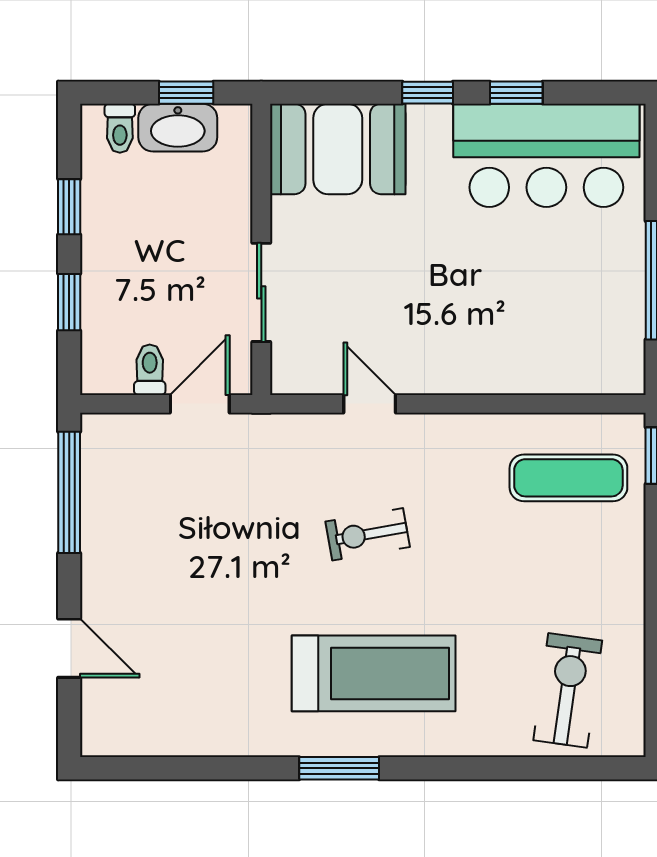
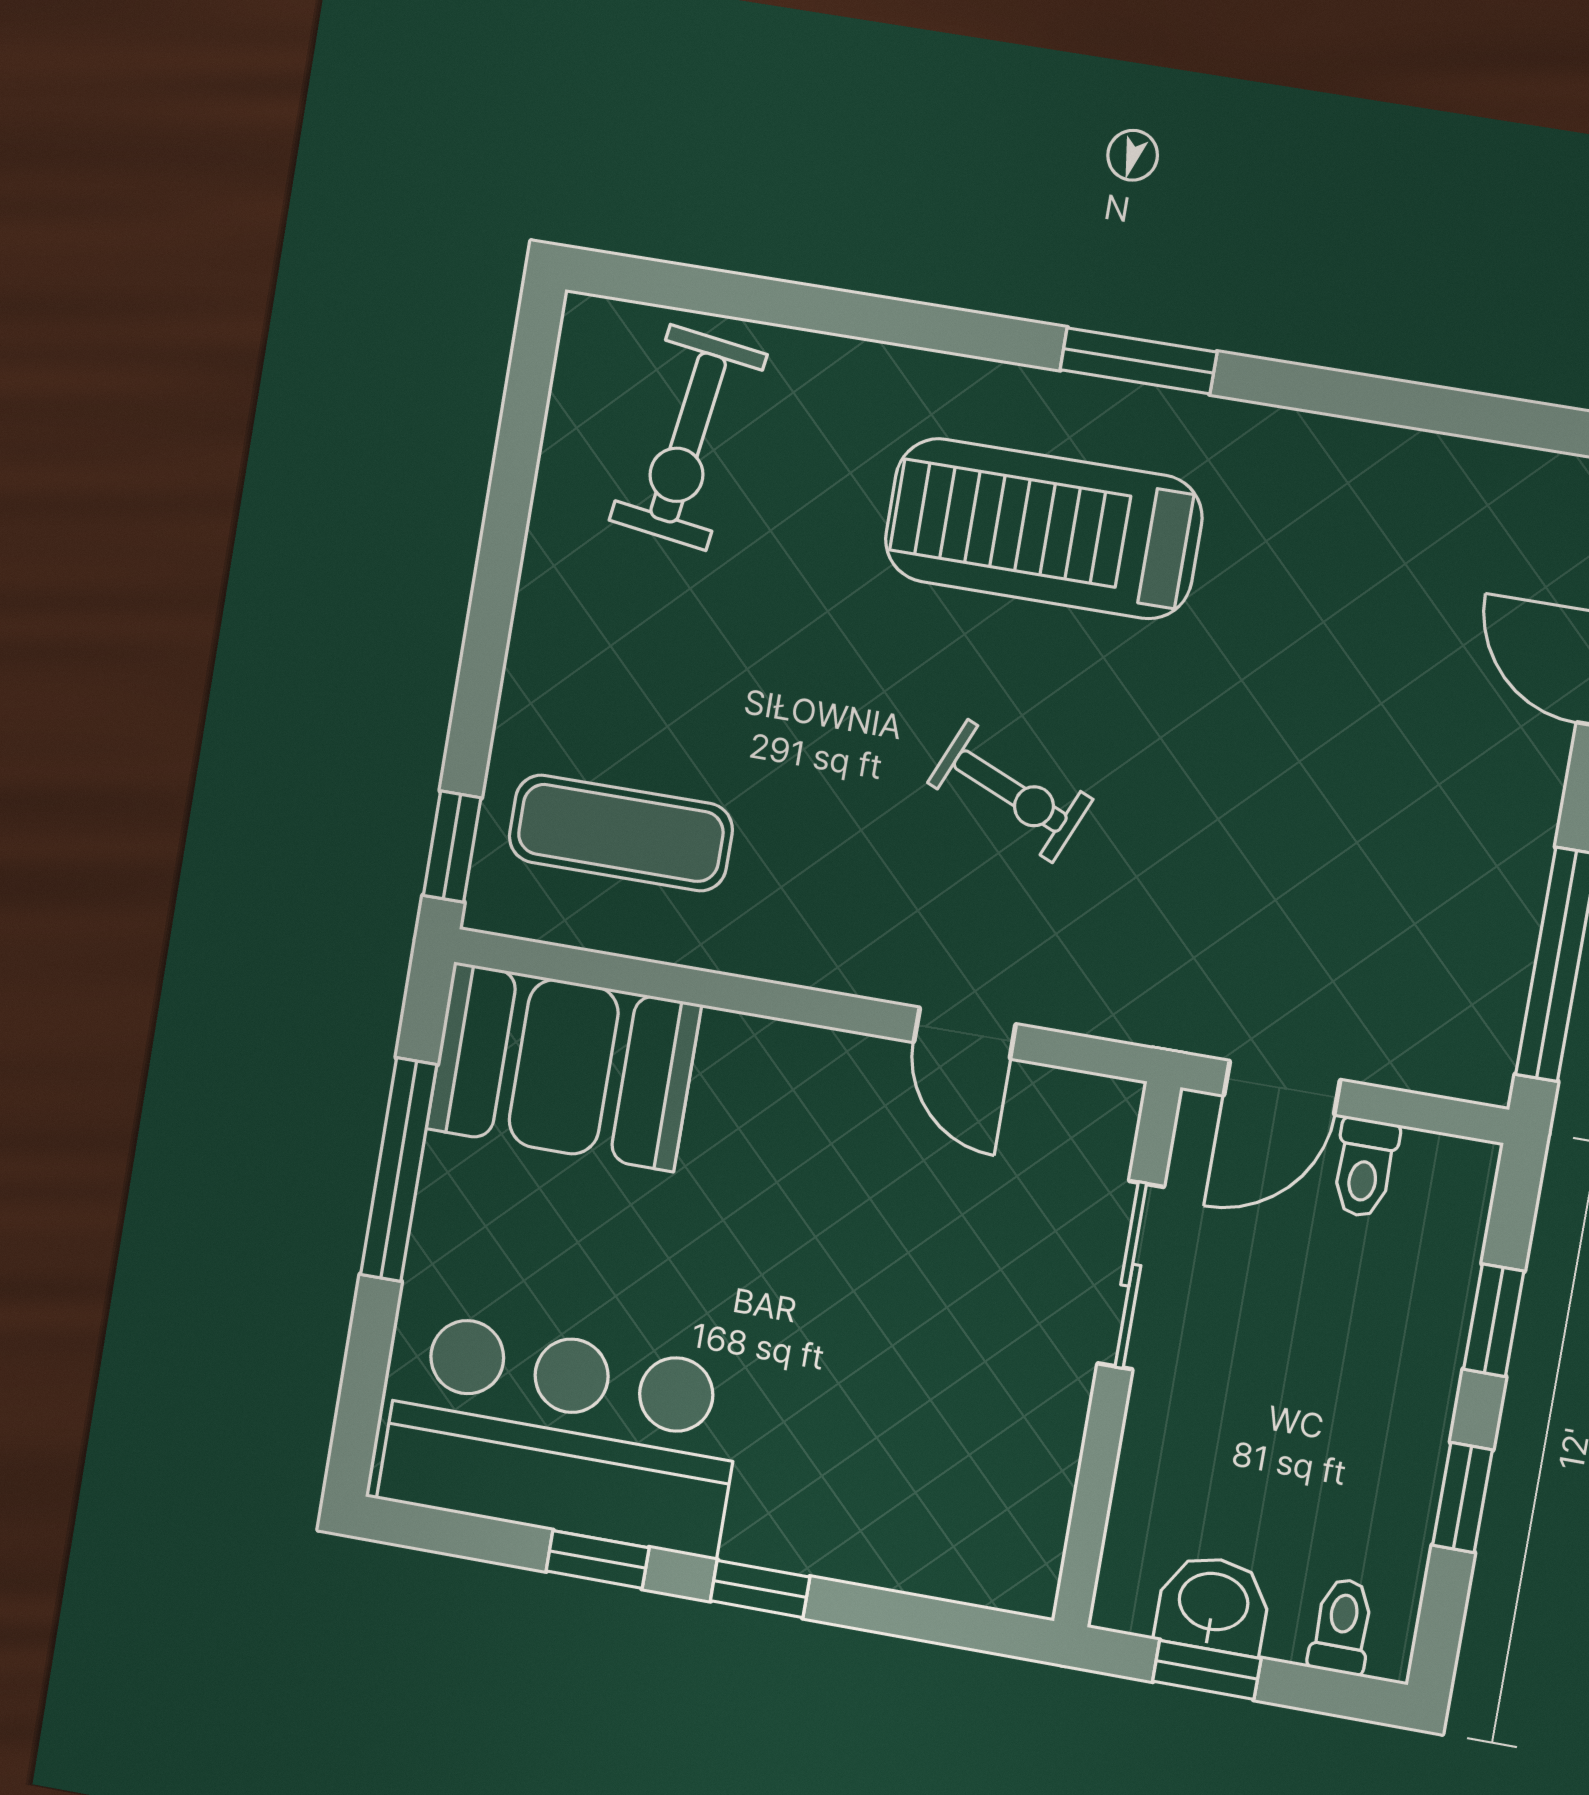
washbasin: (178, 128) -> (1213, 1604), width x0.72
booth: (338, 149) -> (564, 1067), moved
exercise bike: (368, 534) -> (1010, 791), turned 33

